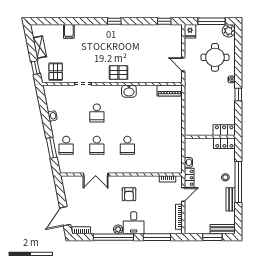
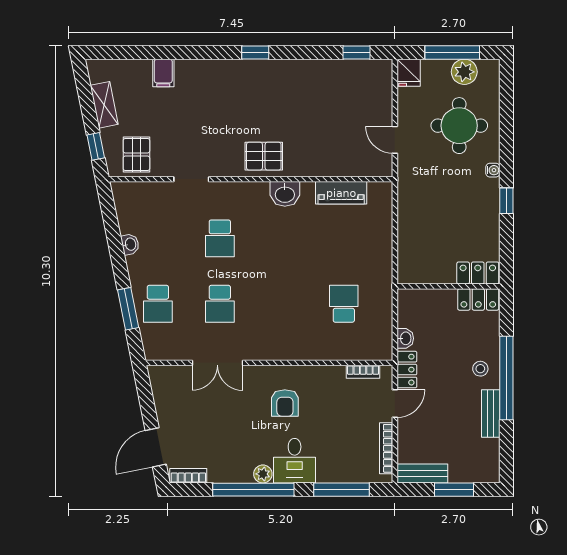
plant: (229, 31) -> (464, 72), moved
piano: (170, 91) -> (341, 193), moved
school desk: (127, 145) -> (344, 304), moved, turned 180
bench: (223, 229) -> (422, 473), moved

